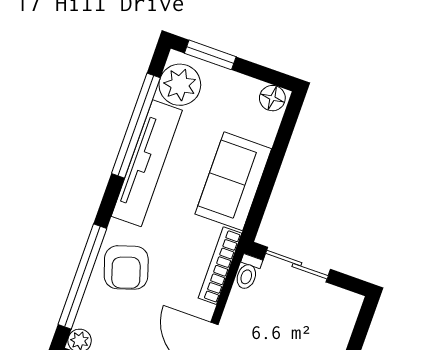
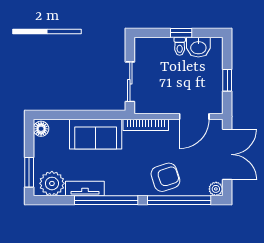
window: (136, 126) -> (106, 200), moved
tv unit: (147, 163) -> (85, 188), width x0.52, depth x0.78
toilet: (248, 272) -> (144, 108), removed

